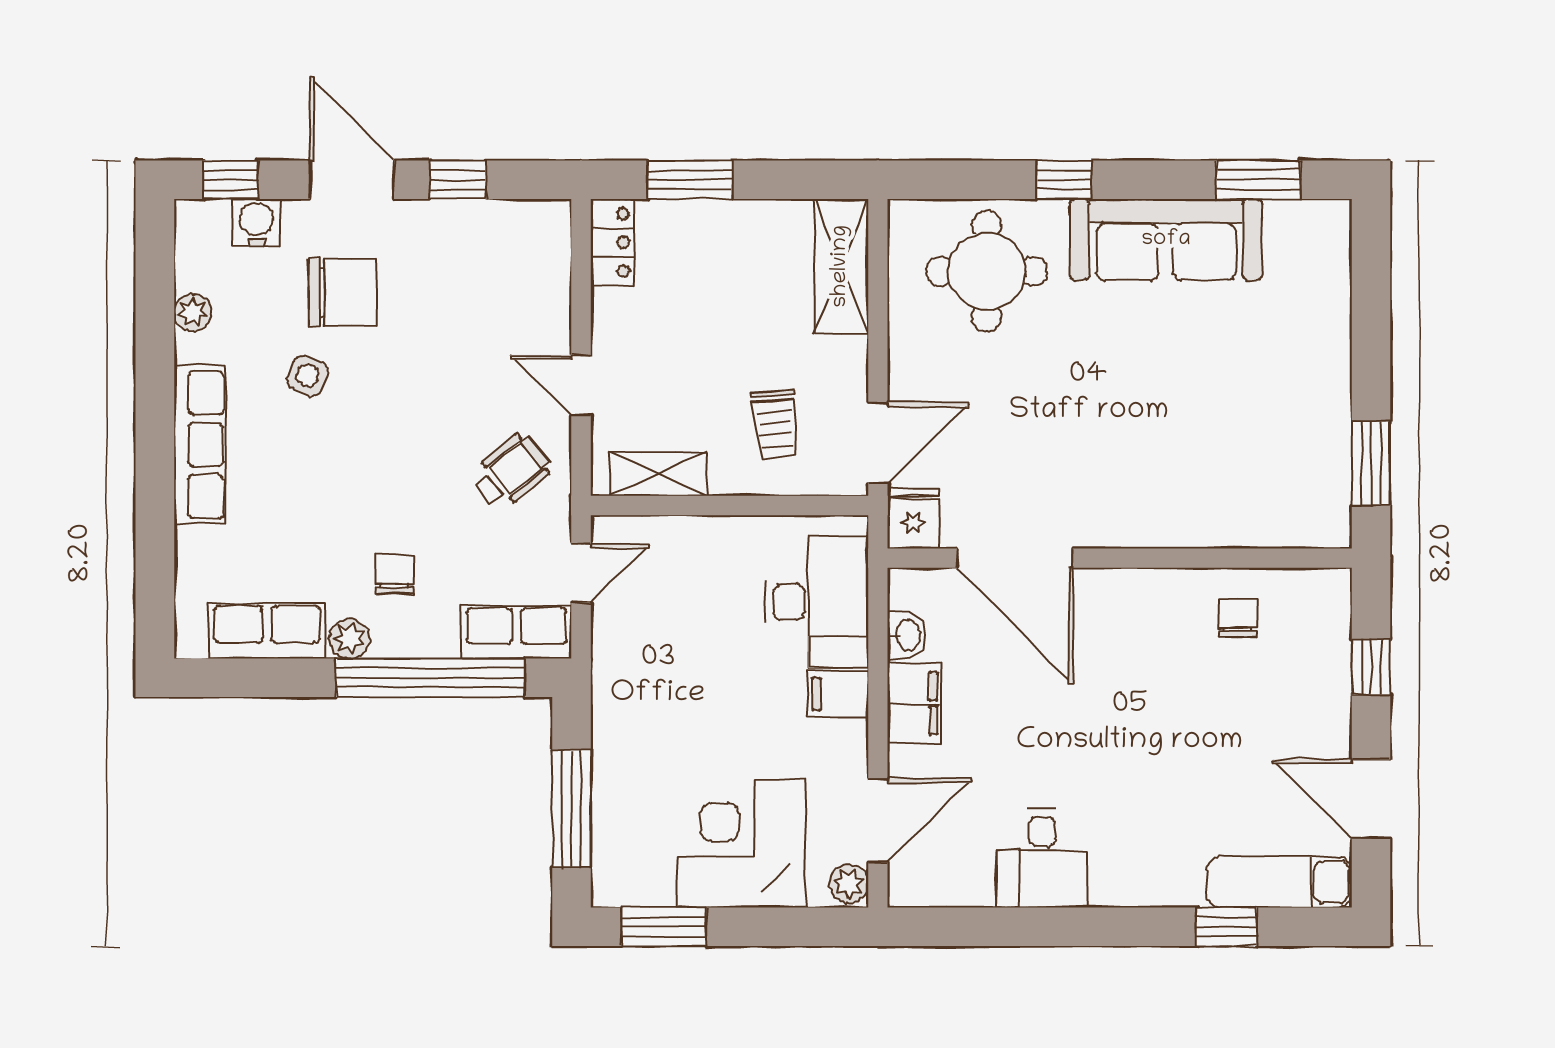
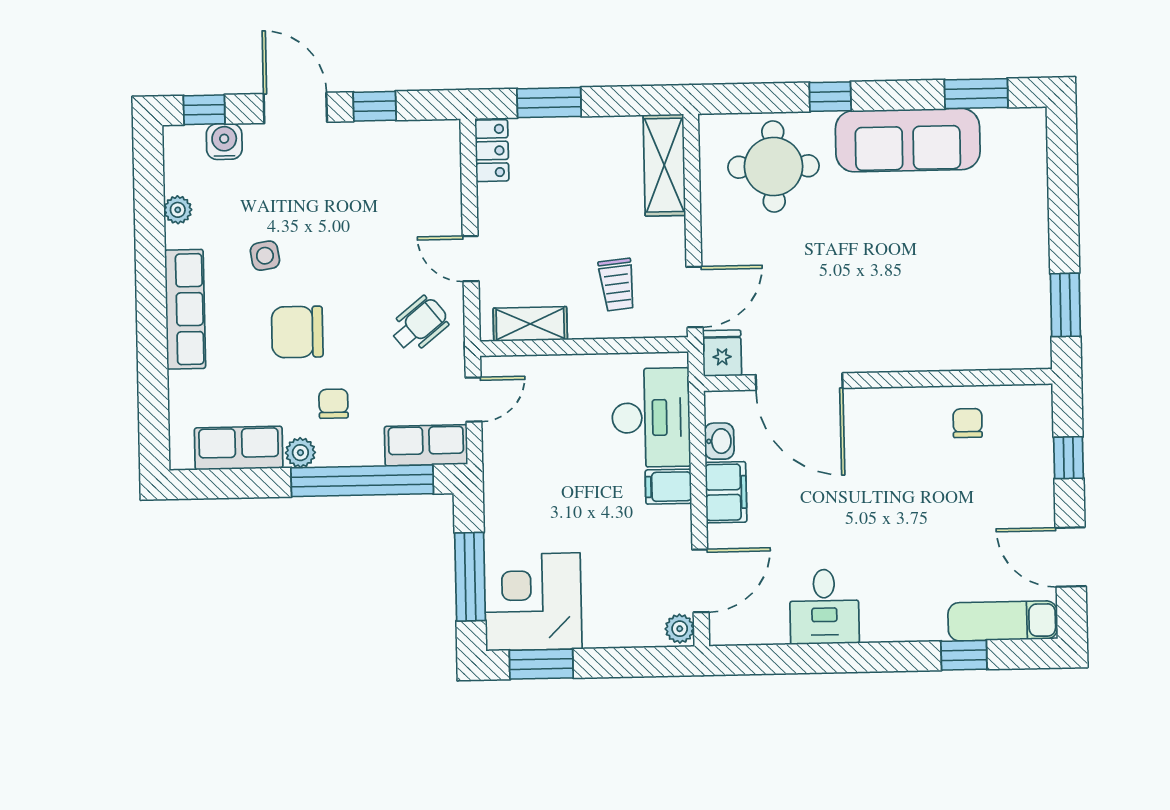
chair: (343, 292) -> (297, 332), moved, turned 180
side table: (308, 376) -> (265, 256), turned -31
corner desk: (741, 844) -> (533, 602), moved

